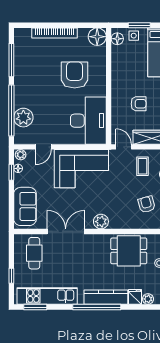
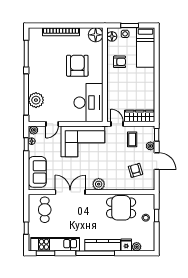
armchair: (139, 104) -> (120, 62), moved

